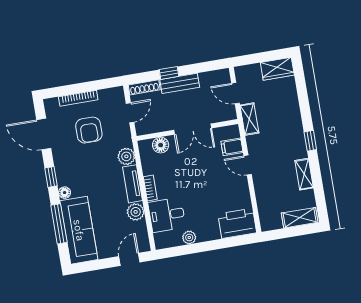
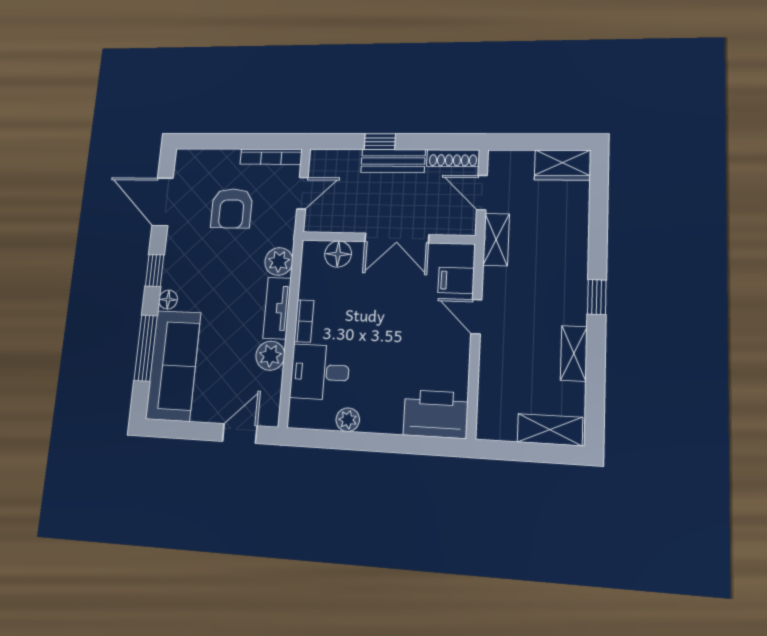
shoe rack: (144, 87) -> (453, 158), moved
bookcase: (78, 98) -> (271, 157), moved

